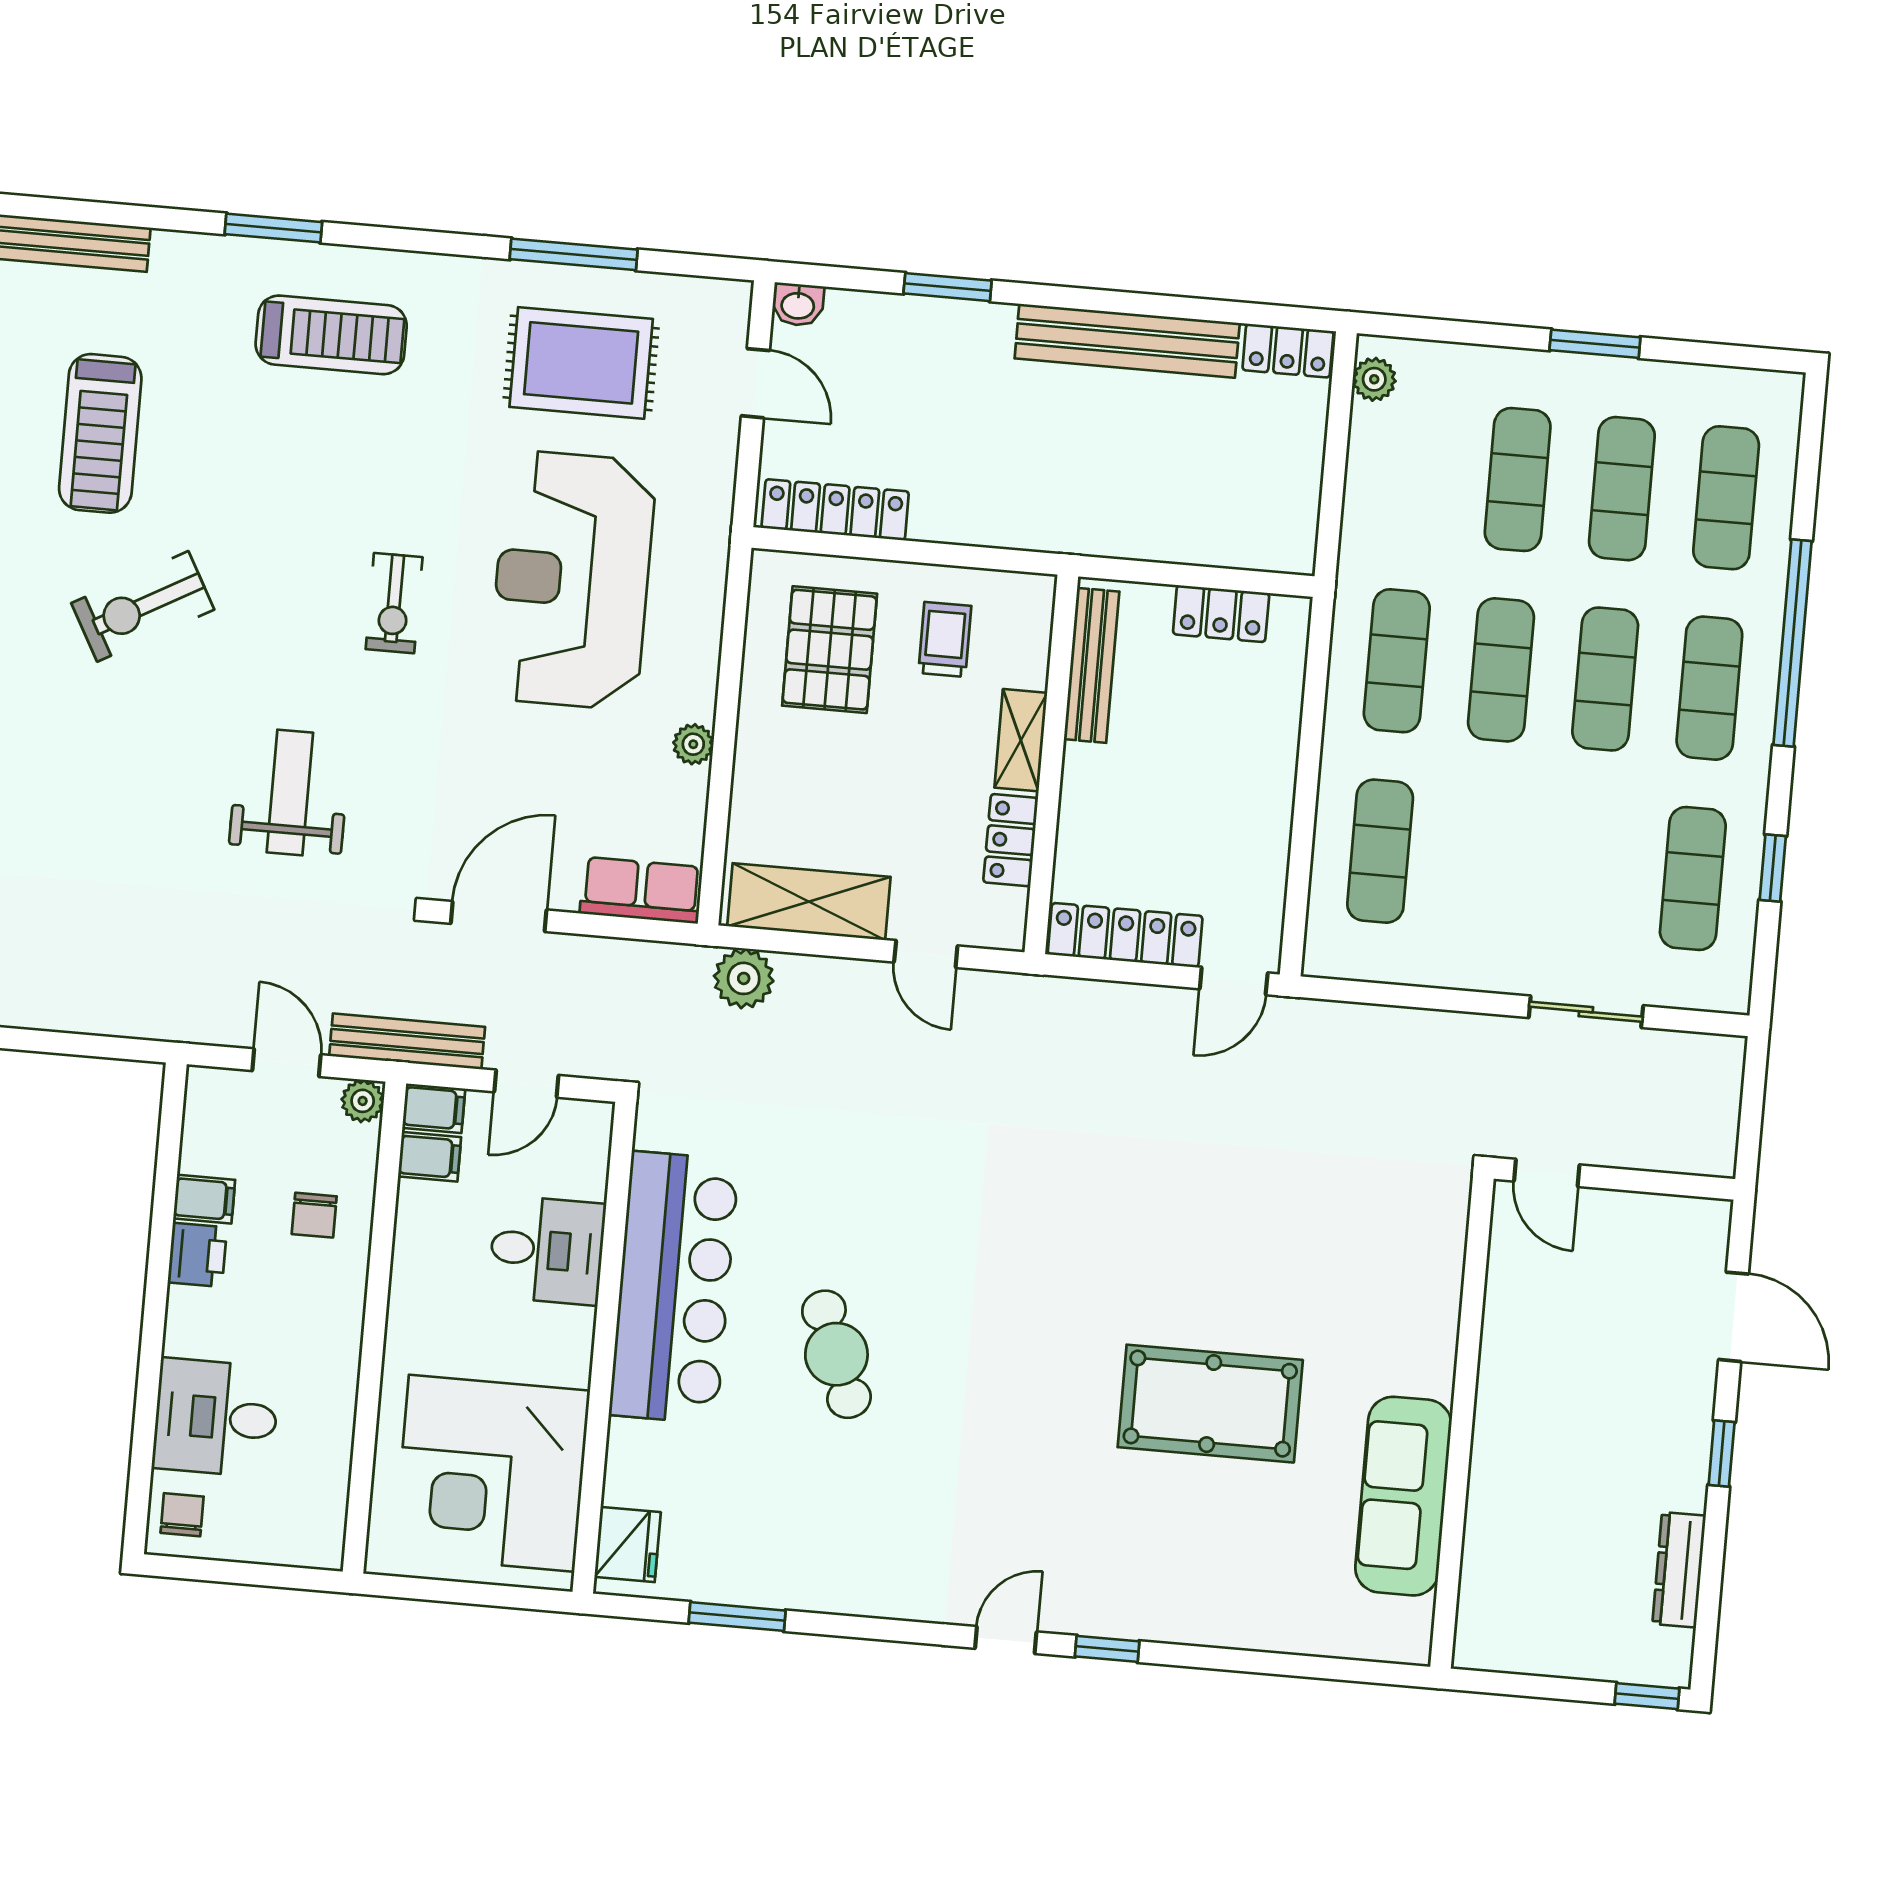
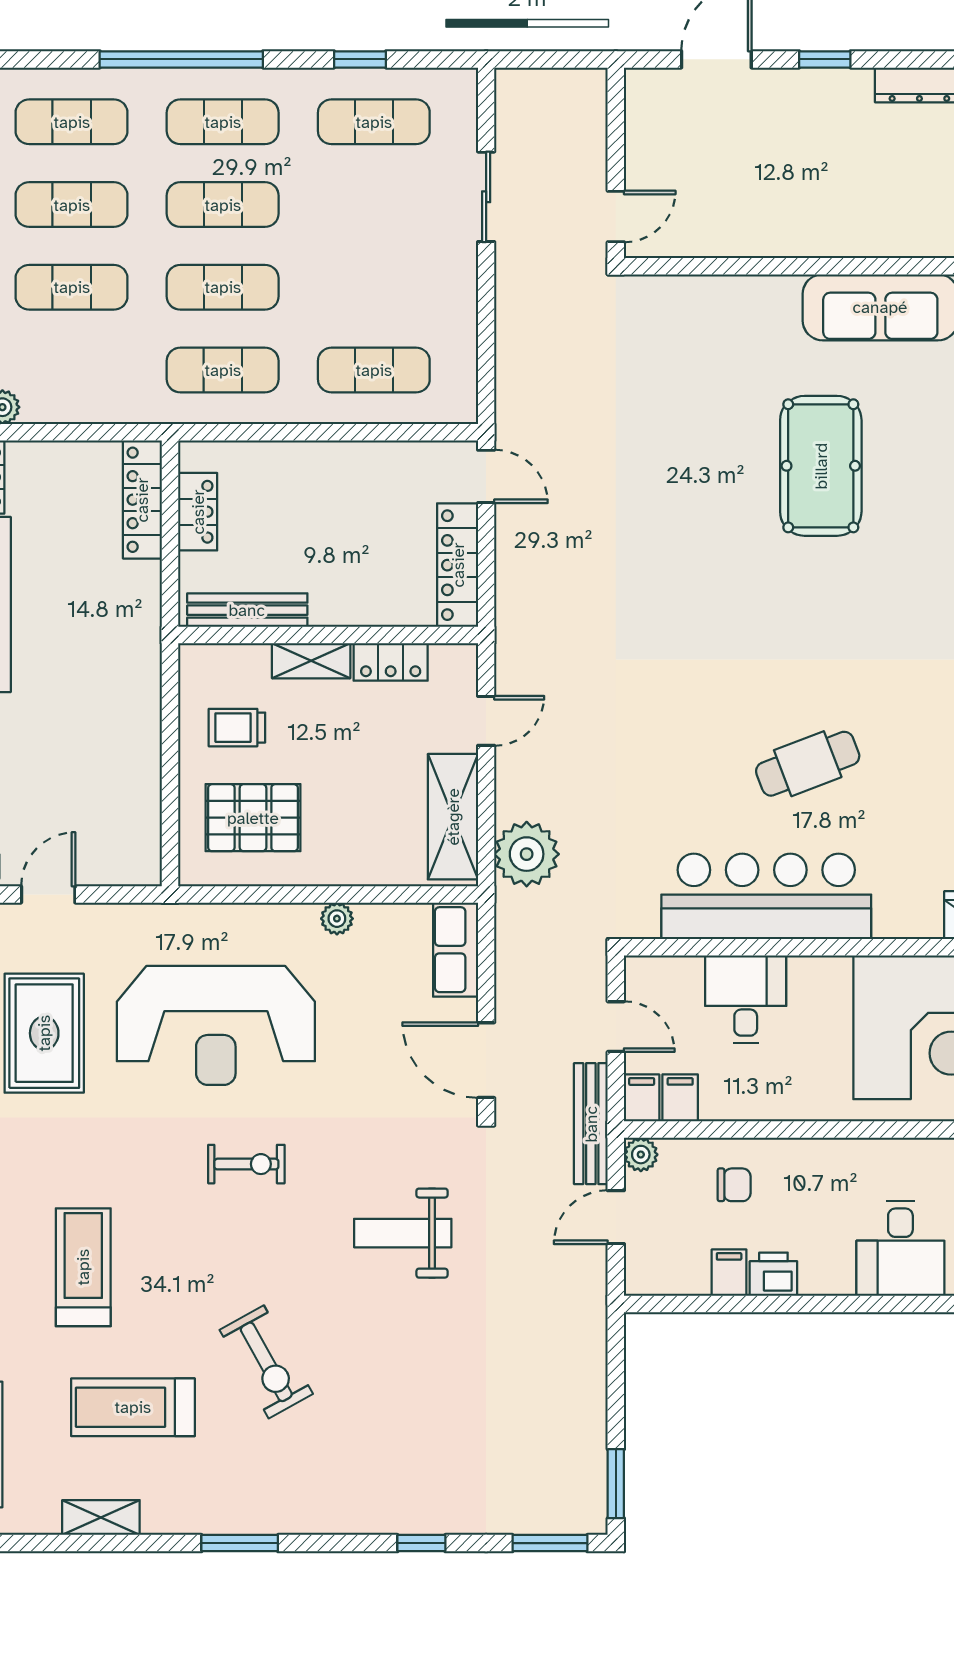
treadmill: (331, 335) -> (83, 1267), moved
treadmill: (100, 433) -> (133, 1407), turned 180
locker: (835, 510) -> (142, 500), moved
plant: (744, 978) -> (527, 854), width x1.36, depth x1.36

